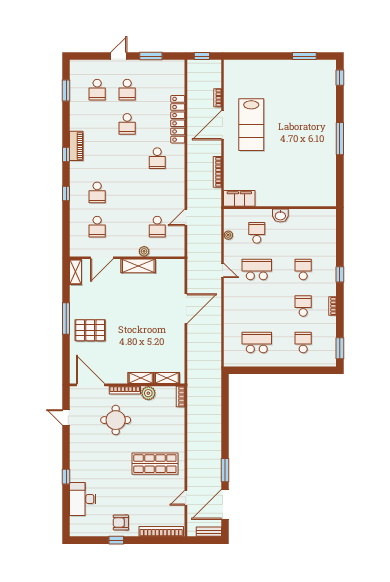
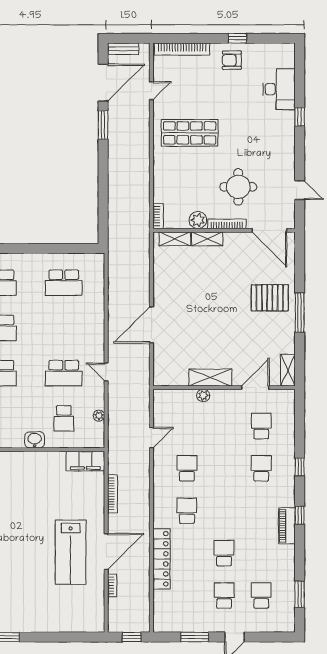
lab bench: (251, 125) -> (71, 552), turned 180
school desk: (157, 227) -> (187, 468), moved
armchair: (121, 522) -> (232, 60), turned 180

